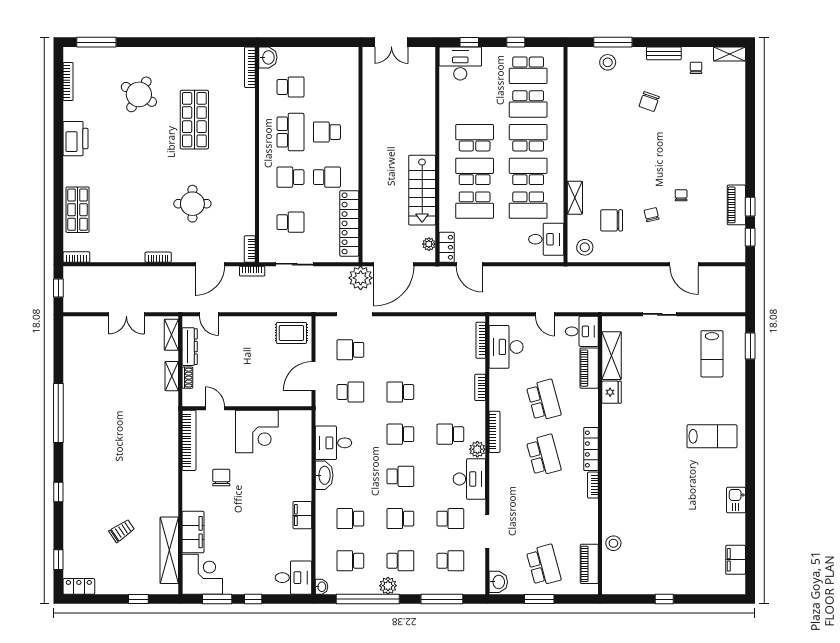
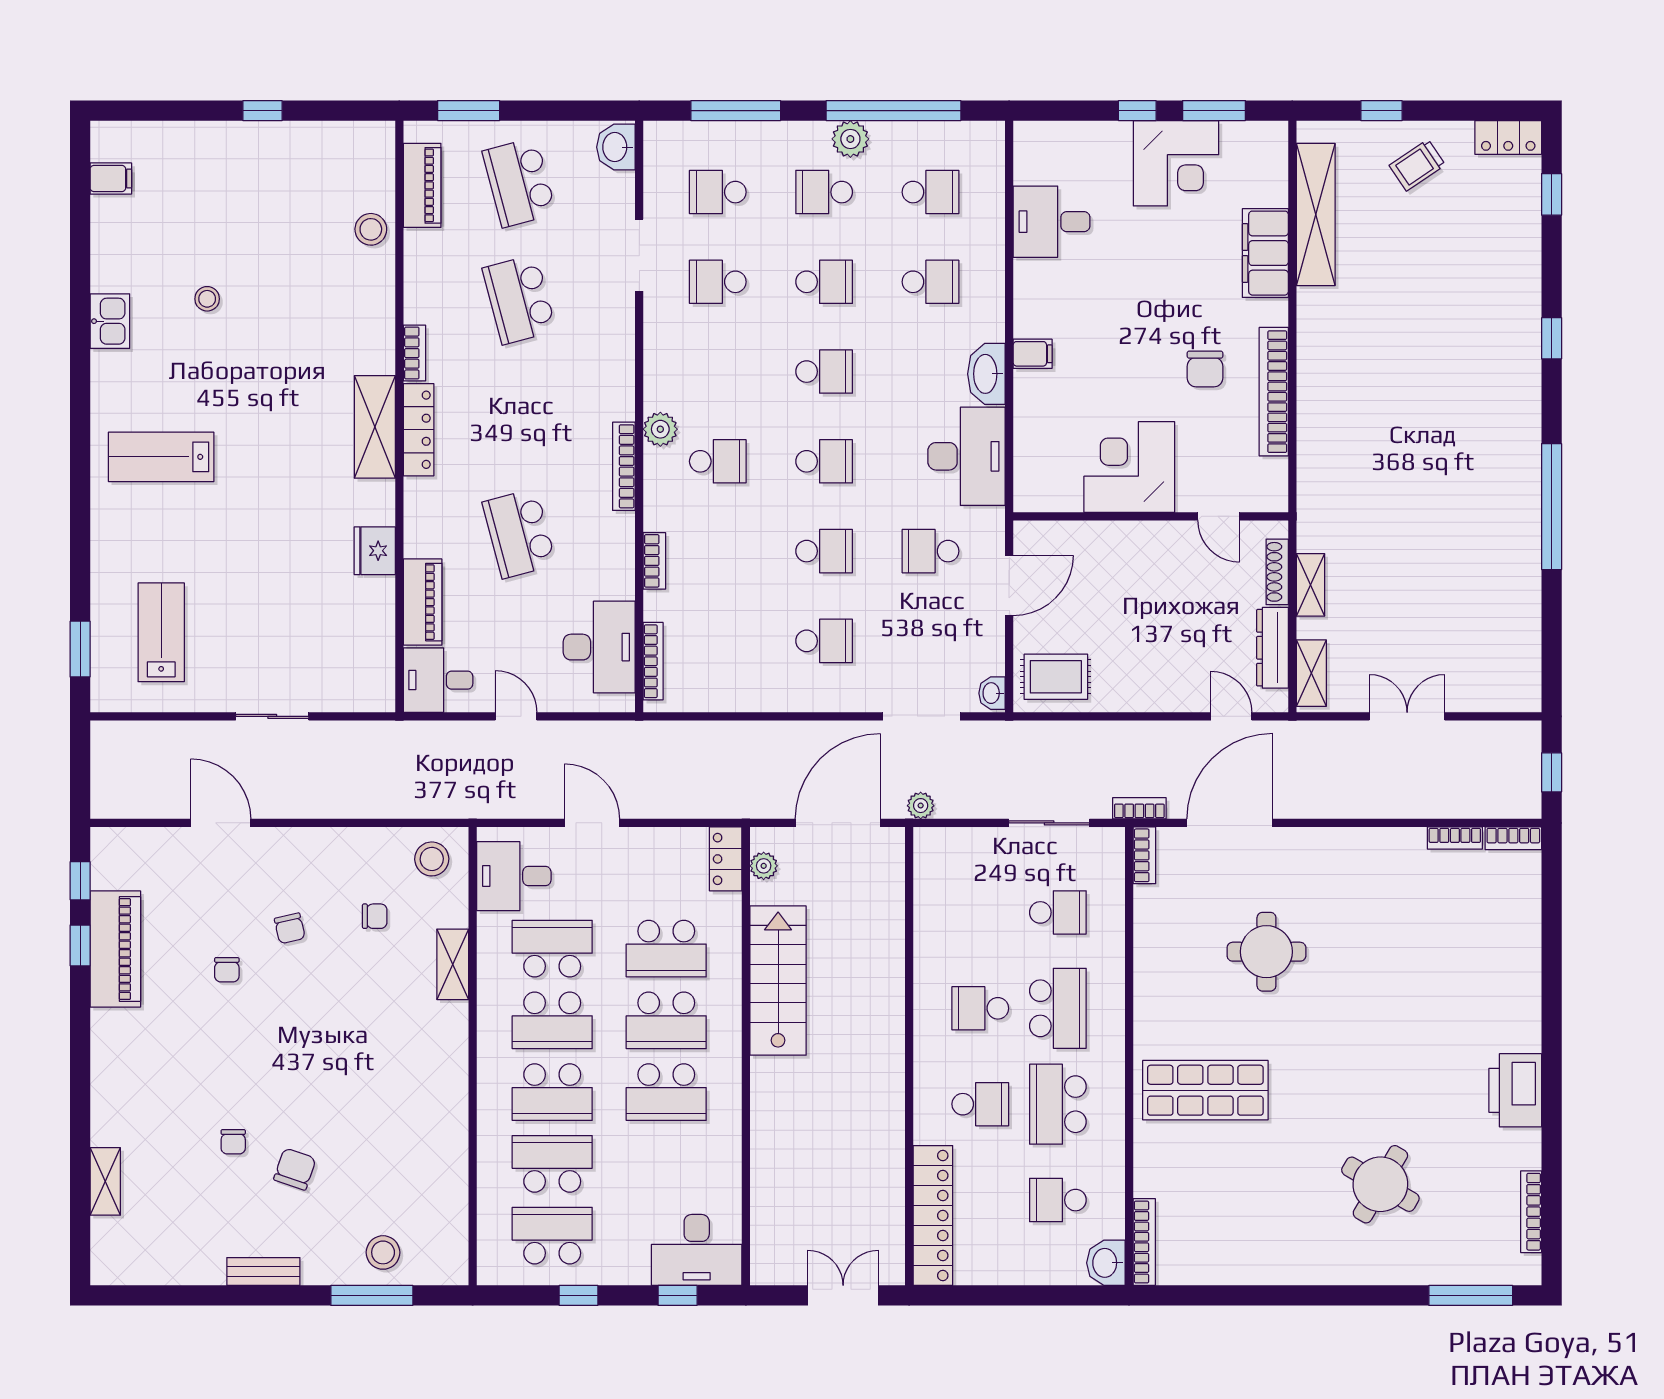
shelving: (730, 54) -> (105, 1181), moved, turned 90
chair: (696, 68) -> (233, 1142), moved
shop shelf: (194, 120) -> (1205, 1090), moved, turned 90
school desk: (290, 177) -> (1058, 1008), width x1.85
school desk: (475, 205) -> (666, 949), turned 180
piano: (736, 205) -> (115, 949), width x1.37, depth x1.33
shop shelf: (78, 210) -> (1511, 939), removed
chair: (612, 220) -> (375, 916), width x0.54, depth x0.54
school desk: (290, 222) -> (1058, 912), turned 180
locker: (349, 223) -> (933, 1216), moved
bookcase: (158, 257) -> (1455, 838), moved
door: (210, 264) -> (1230, 823), width x1.36
door: (469, 264) -> (592, 823), moved
plant: (361, 278) -> (921, 806), width x0.53, depth x0.53
school desk: (350, 350) -> (824, 641), moved
shelving: (612, 356) -> (375, 427), moved
shoe rack: (187, 378) -> (1277, 572), width x1.43
bookcase: (189, 440) -> (1274, 392), moved
desk: (333, 443) -> (966, 456), width x1.37
school desk: (544, 455) -> (519, 299), moved
school desk: (400, 476) -> (824, 372), turned 180
desk: (469, 479) -> (677, 366), removed
stool: (690, 511) -> (207, 299), added
filing cabinet: (302, 515) -> (1033, 354), moved, width x0.50
trolley: (122, 531) -> (1417, 165), moved
filing cabinet: (736, 560) -> (111, 179), width x0.50
corner desk: (202, 574) -> (1176, 163), moved, turned -90
desk: (293, 578) -> (1052, 222), moved
washbasin: (321, 587) -> (992, 693), moved
window: (539, 599) -> (469, 111), moved

